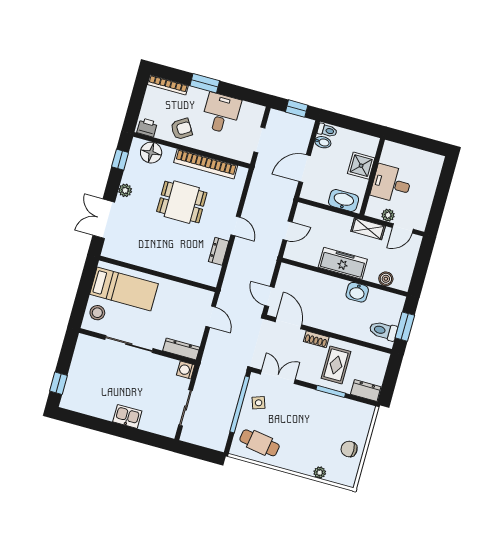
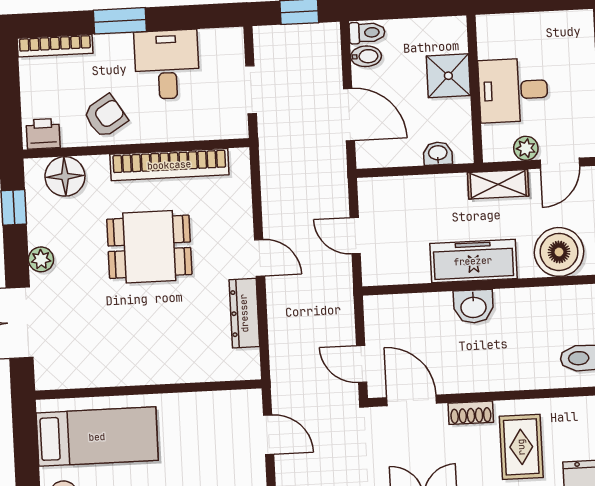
door: (305, 169) -> (349, 114), swing flipped
washbasin: (344, 200) -> (438, 153), width x0.52, depth x0.69
door: (287, 231) -> (355, 236), swing flipped
dresser: (219, 251) -> (244, 313), width x1.44
boiler: (386, 279) -> (559, 252), width x1.86, depth x1.86
washbasin: (357, 292) -> (473, 306), moved

